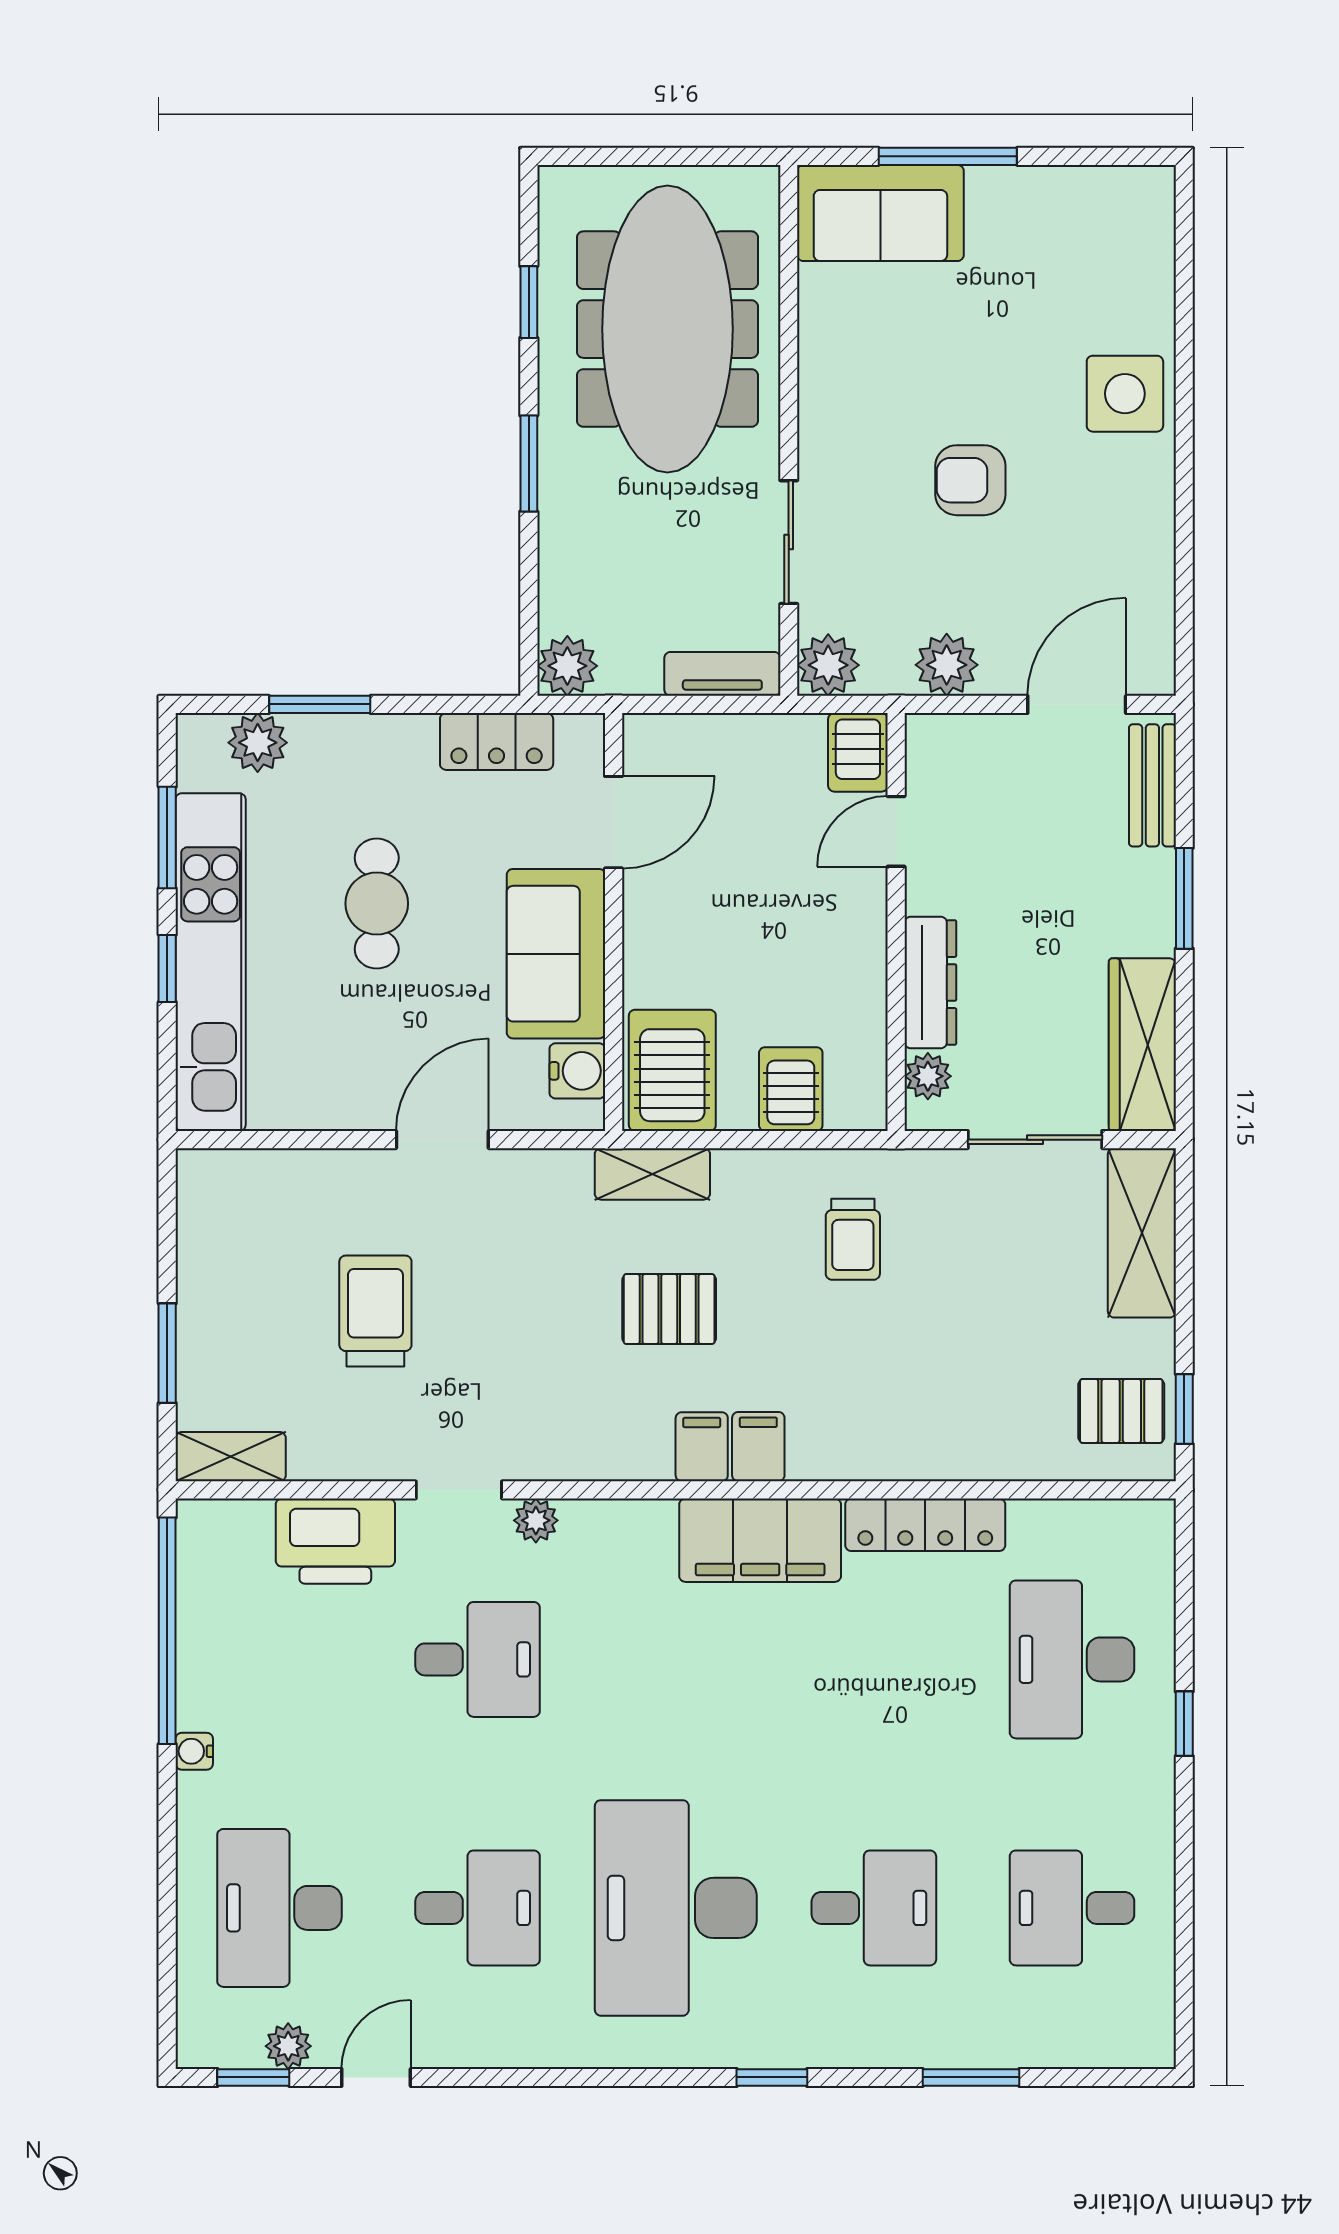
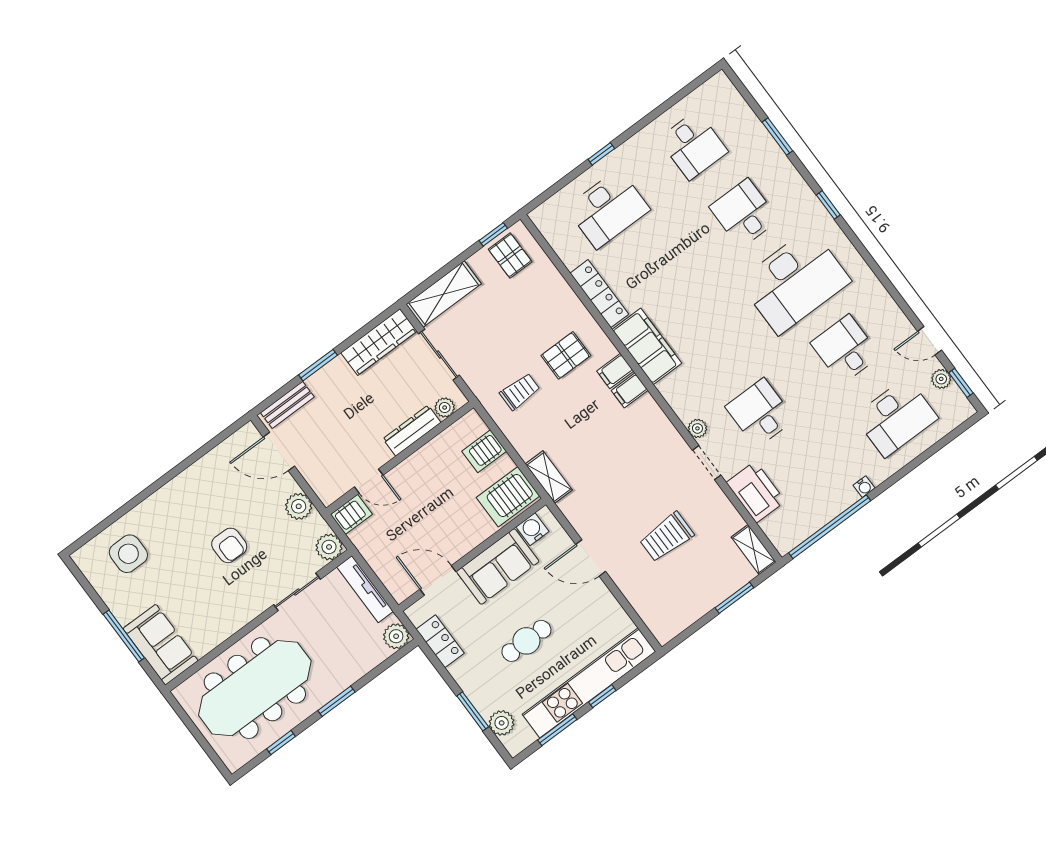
side table: (1125, 394) -> (128, 554), moved
tv unit: (722, 674) -> (365, 589), width x1.41
pallet: (669, 1309) -> (566, 355), moved, turned 90

